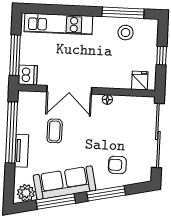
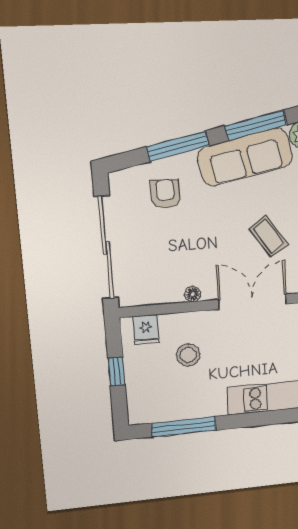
stool: (126, 33) -> (188, 355), moved
coffee table: (55, 131) -> (268, 236), turned -34
armchair: (117, 165) -> (165, 194), turned -90

